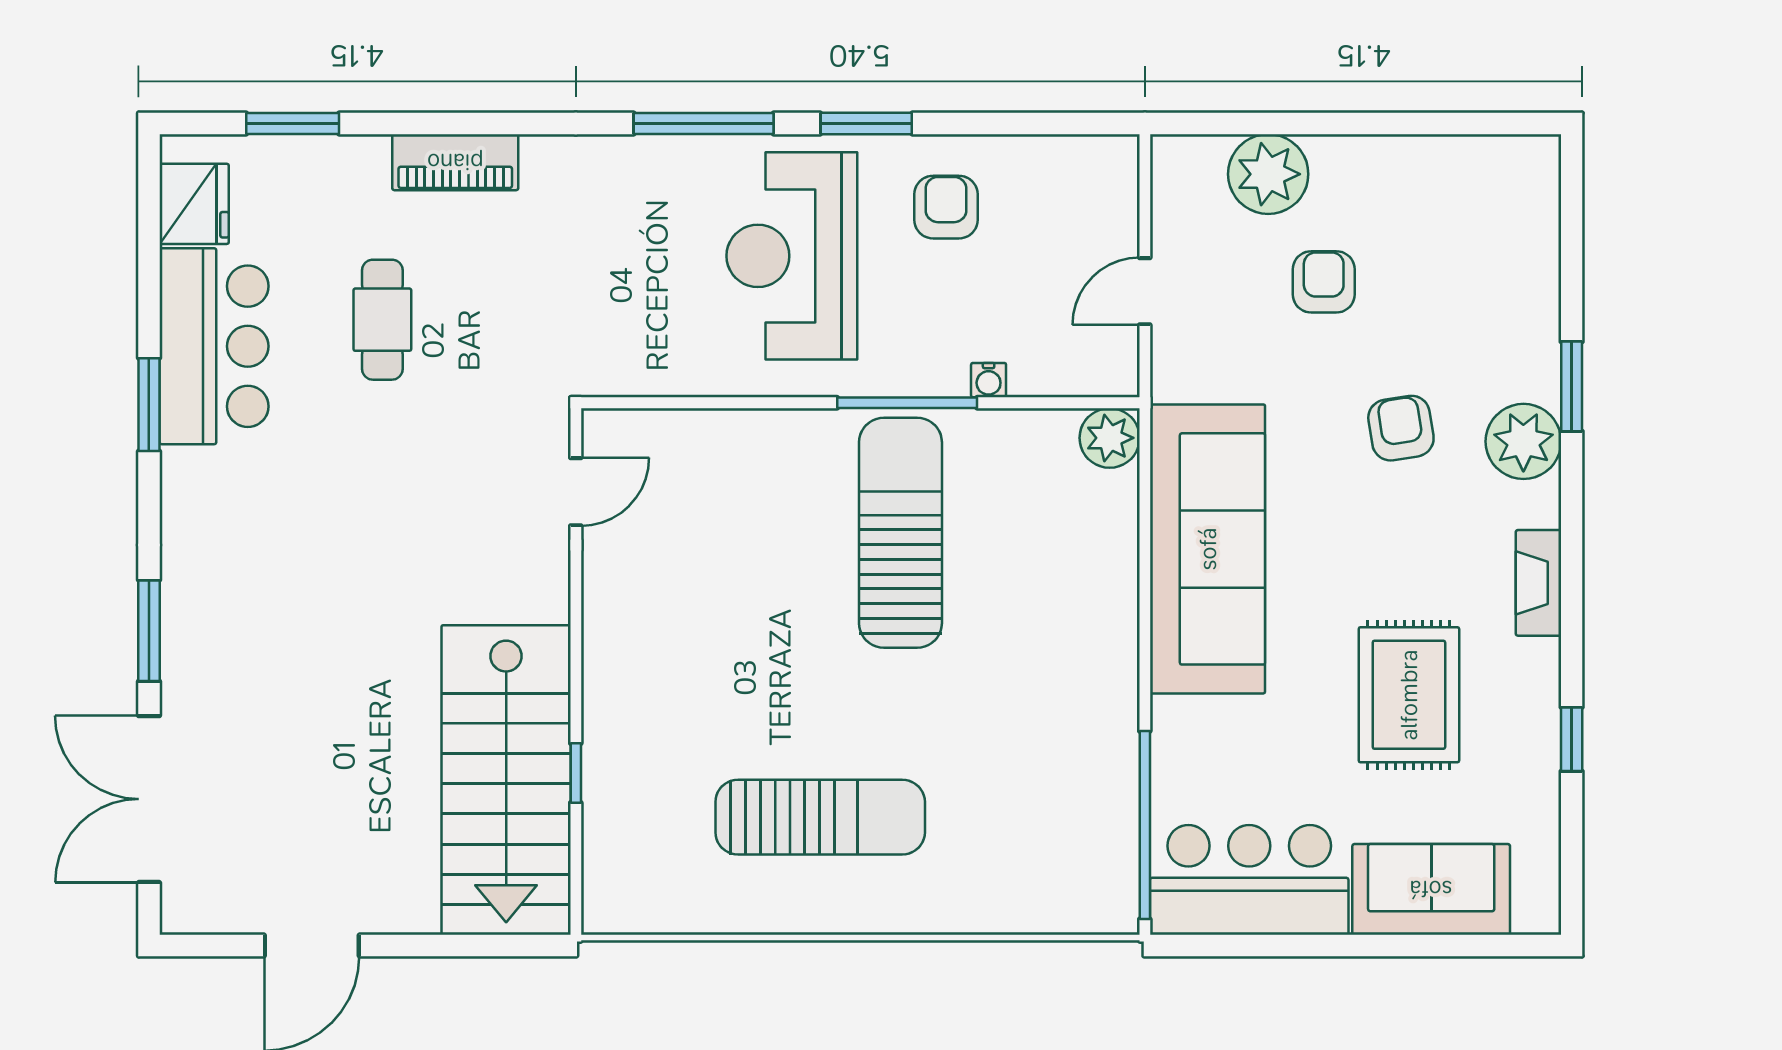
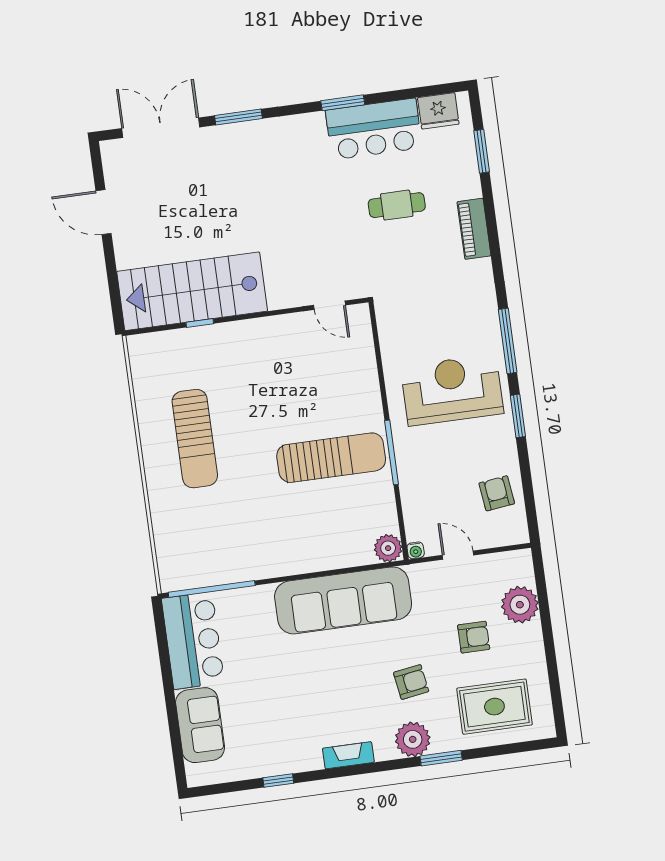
armchair: (946, 207) -> (497, 493), moved, turned -97
water cooler: (989, 380) -> (416, 550), moved, turned -90
rug: (1409, 695) -> (494, 707), moved

